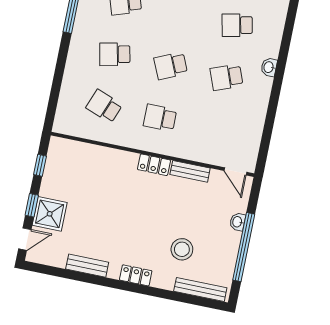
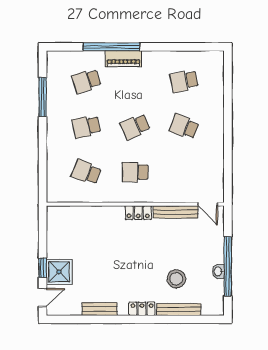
washbasin: (269, 67) -> (218, 111), removed
school desk: (227, 77) -> (184, 127), turned 42
window: (40, 165) -> (43, 233), removed
bench: (190, 171) -> (176, 212), width x1.36
washbasin: (238, 222) -> (218, 271), moved
bench: (200, 289) -> (179, 309), moved

